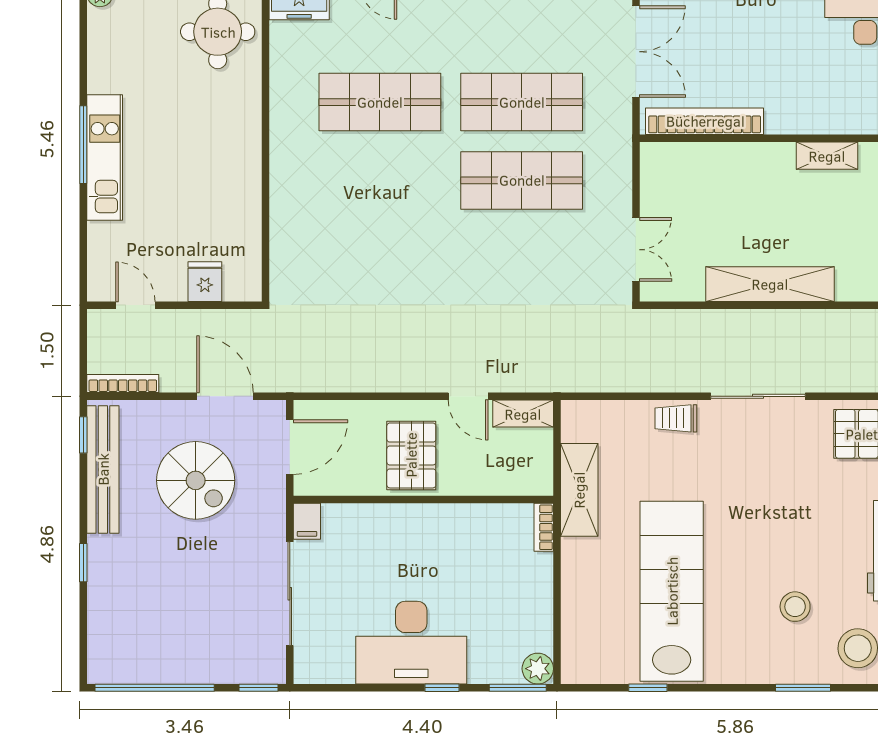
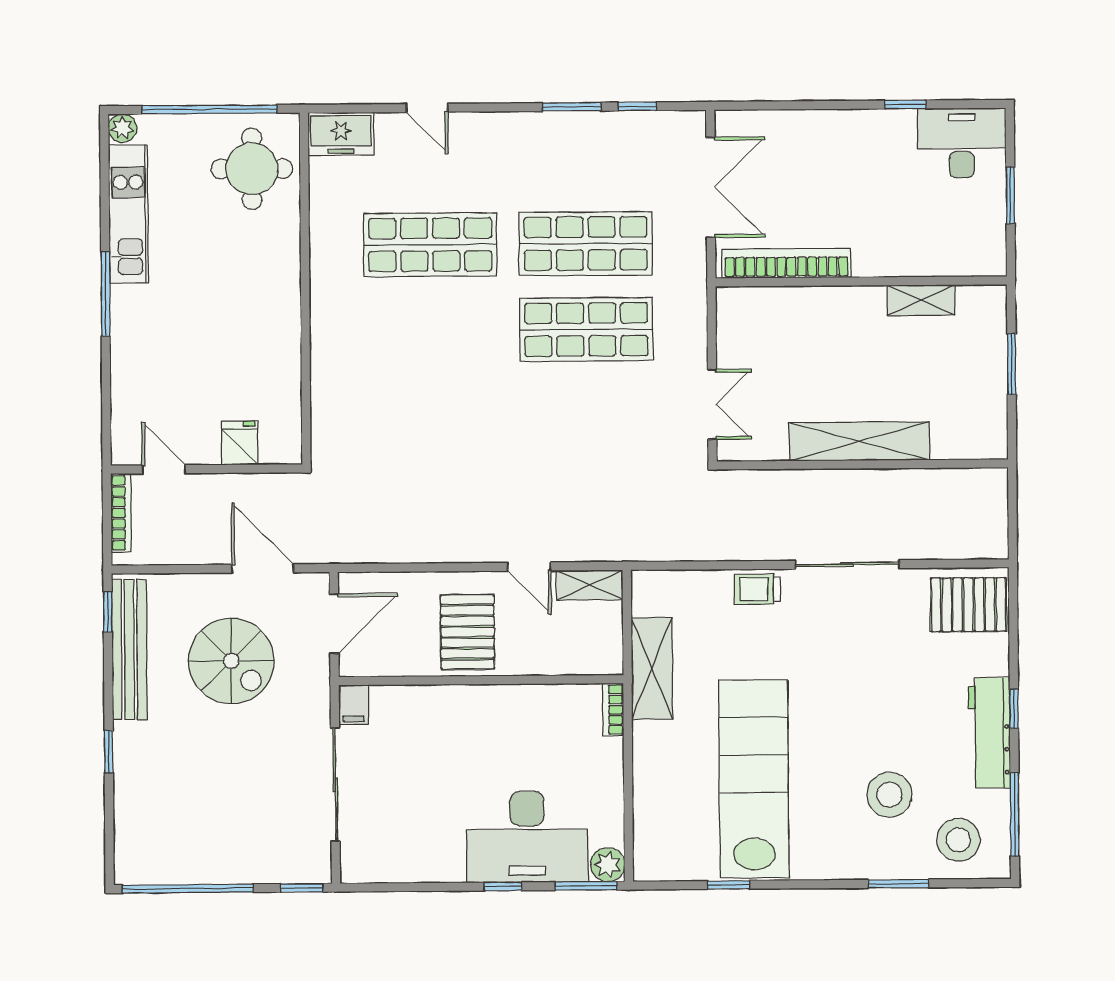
kitchen unit: (105, 158) -> (128, 214), moved
bookcase: (123, 383) -> (121, 513), moved, turned 90
stool: (795, 607) -> (889, 795), width x1.38, depth x1.38
desk: (411, 643) -> (527, 837), moved

